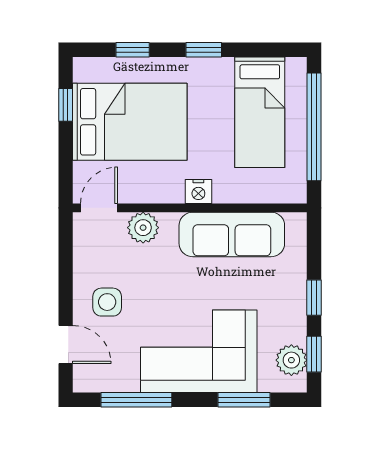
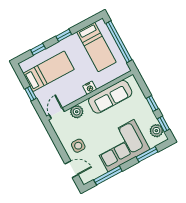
window: (66, 105) -> (31, 94), moved
bed: (130, 122) -> (49, 71), width x0.67

